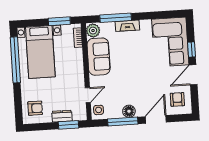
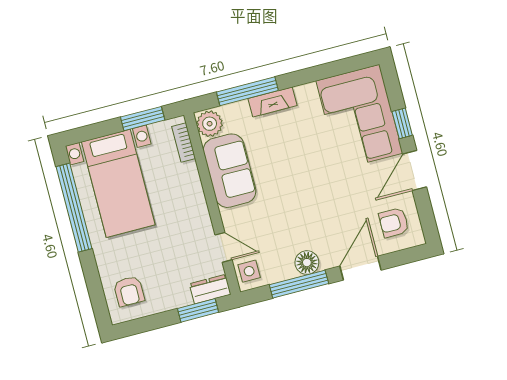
door: (88, 95) -> (223, 247), hinge flipped
armchair: (177, 99) -> (394, 223), turned -90
armchair: (35, 108) -> (129, 291), turned 90
dresser: (62, 116) -> (210, 289), moved

